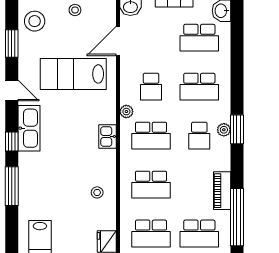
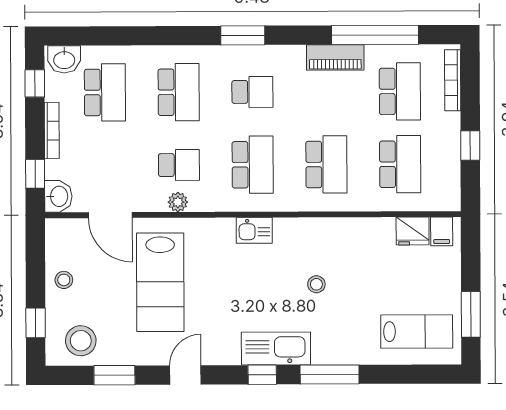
plant: (126, 112) -> (178, 202), moved
kitchen sink: (29, 128) -> (276, 349), moved
plant: (224, 130) -> (244, 55), removed
stool: (97, 192) -> (316, 284), moved

